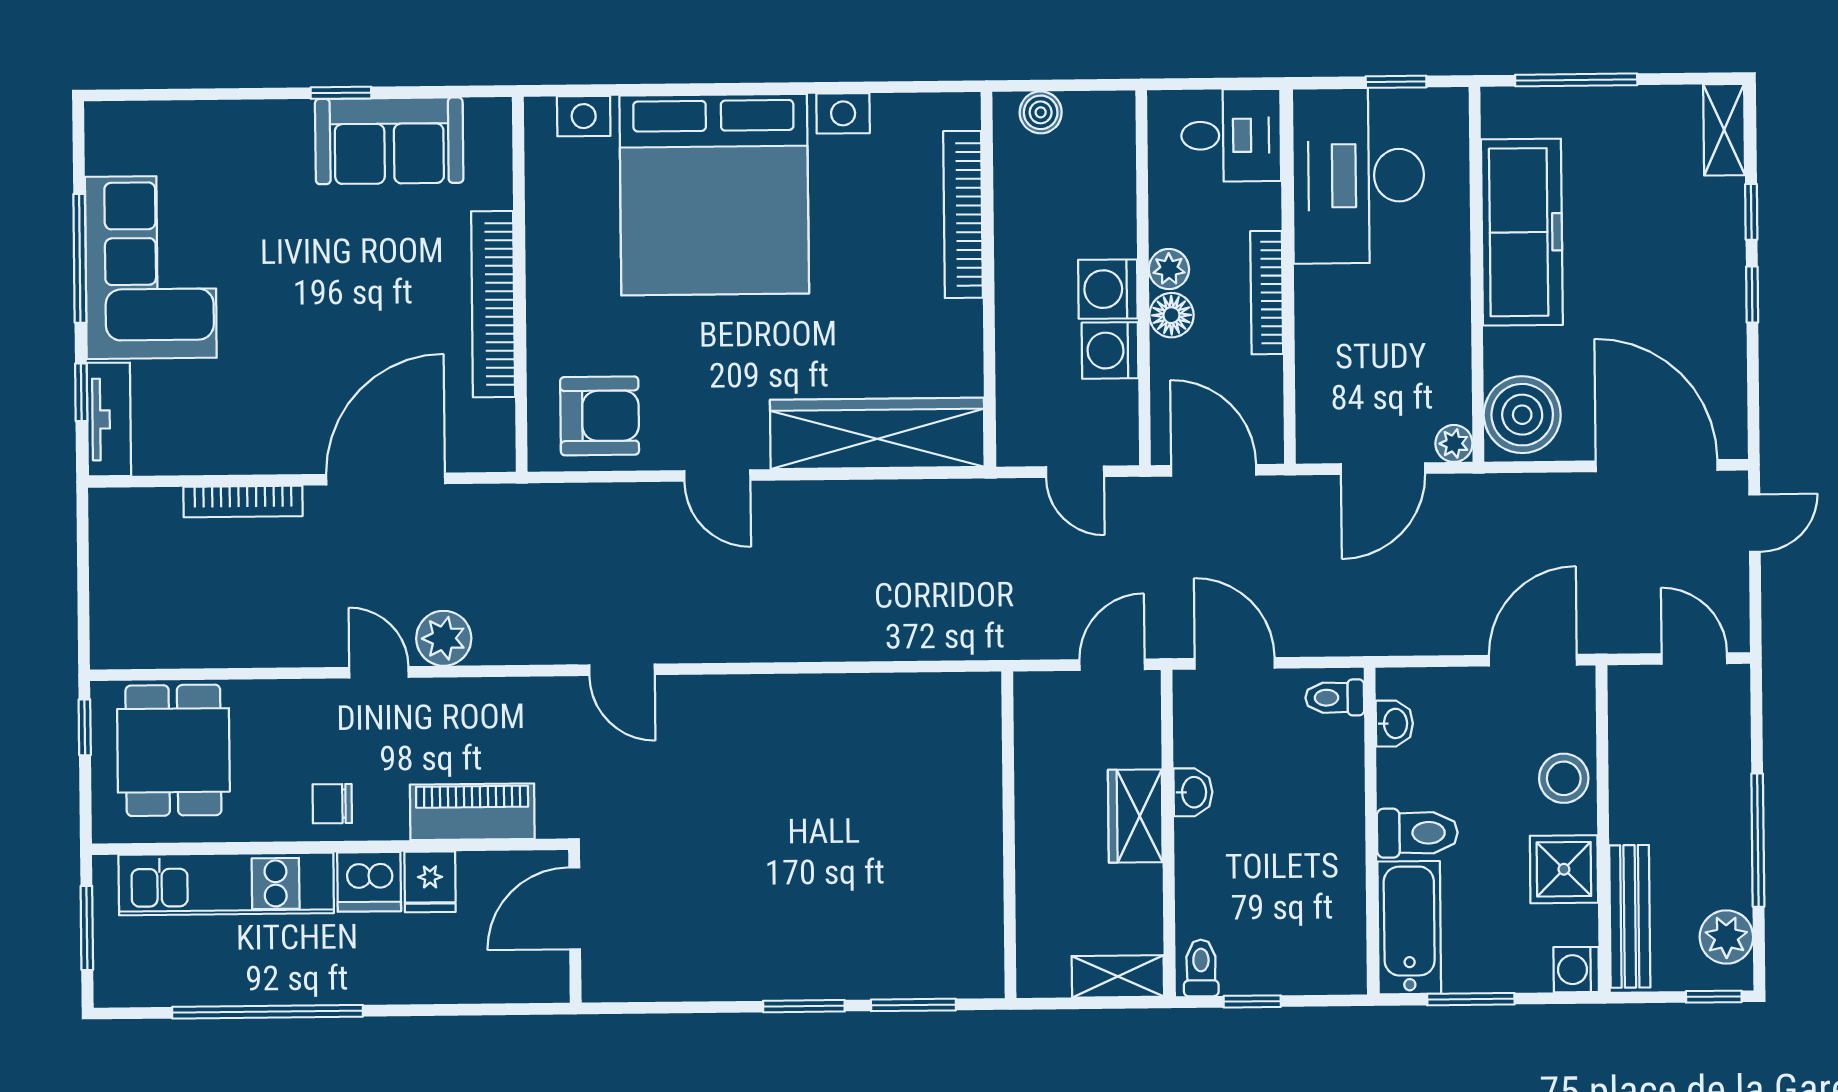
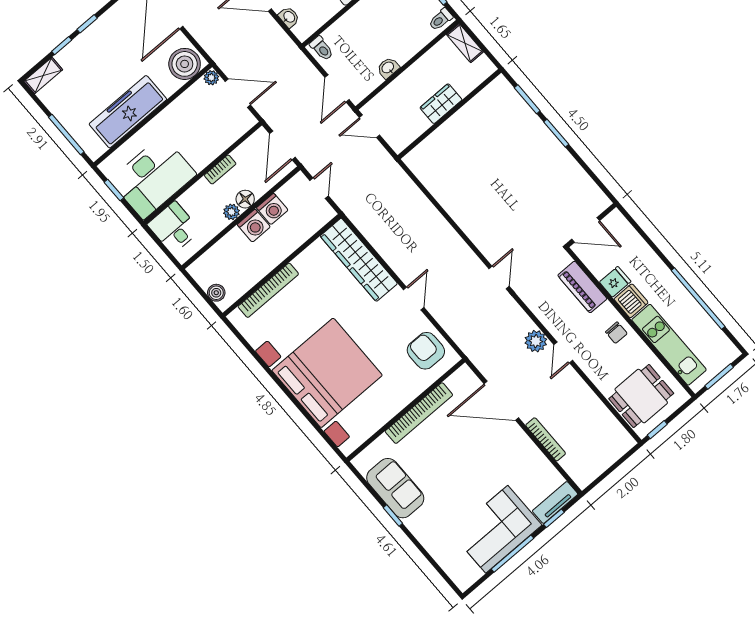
bookcase: (1267, 293) -> (220, 169), width x0.64
washbasin: (1394, 723) -> (289, 17), moved, turned 90
wardrobe: (1135, 816) -> (441, 104), moved, turned 180

